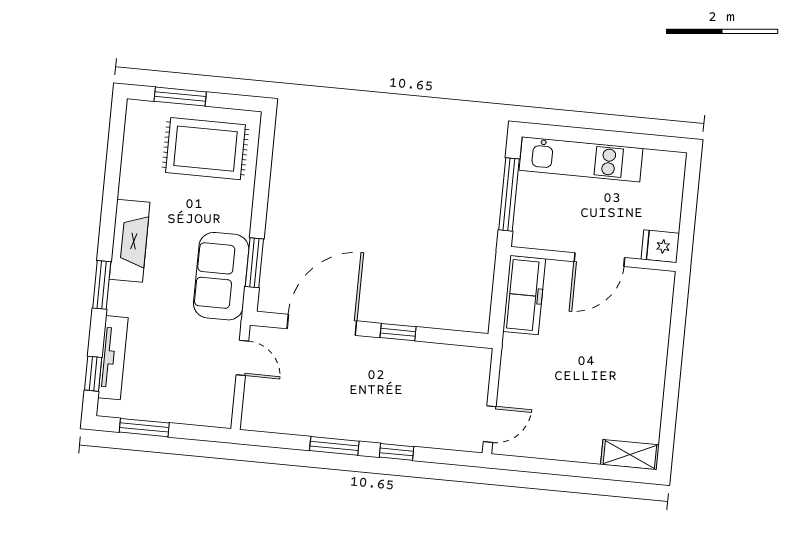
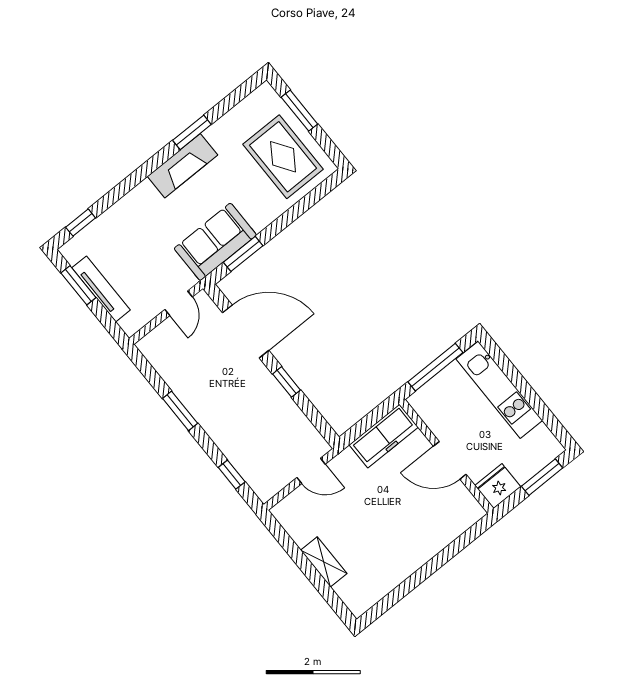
window: (690, 196) -> (542, 477), added
fridge: (660, 246) -> (498, 486), width x1.38
window: (102, 285) -> (192, 132), moved
tv unit: (113, 358) -> (101, 289), moved, turned -90
door: (490, 424) -> (311, 471), moved
window: (397, 452) -> (232, 475), moved
shelving: (630, 455) -> (324, 562), moved

